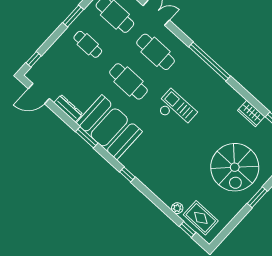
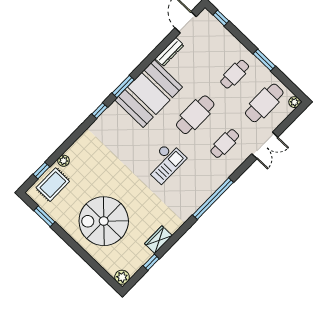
cafe table: (156, 52) -> (225, 143), width x0.73, depth x0.74
window: (87, 137) -> (123, 86), moved
window: (257, 197) -> (44, 216), moved

